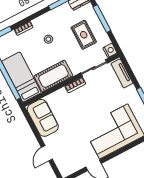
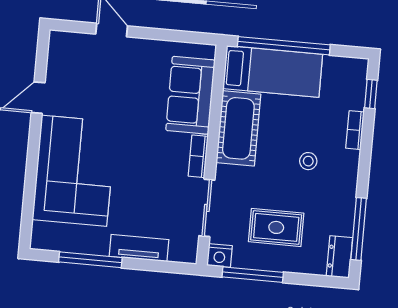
window: (102, 19) -> (253, 275), moved
tv unit: (122, 73) -> (139, 248), moved
sofa: (43, 118) -> (190, 95), moved, turned 90

